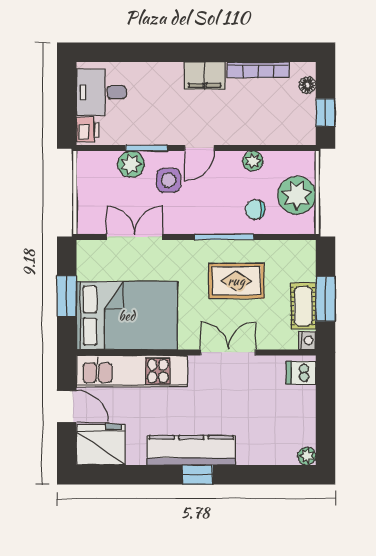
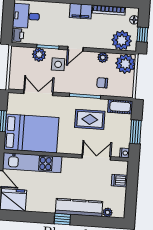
plant: (287, 126) -> (122, 40), added
plant: (297, 195) -> (125, 64), moved
cot: (303, 306) -> (120, 107), moved, turned 90
double door: (228, 352) -> (96, 157), moved
dishwasher: (301, 373) -> (119, 181), moved
kitchen counter: (191, 450) -> (79, 207), moved
plant: (307, 456) -> (108, 212), moved

